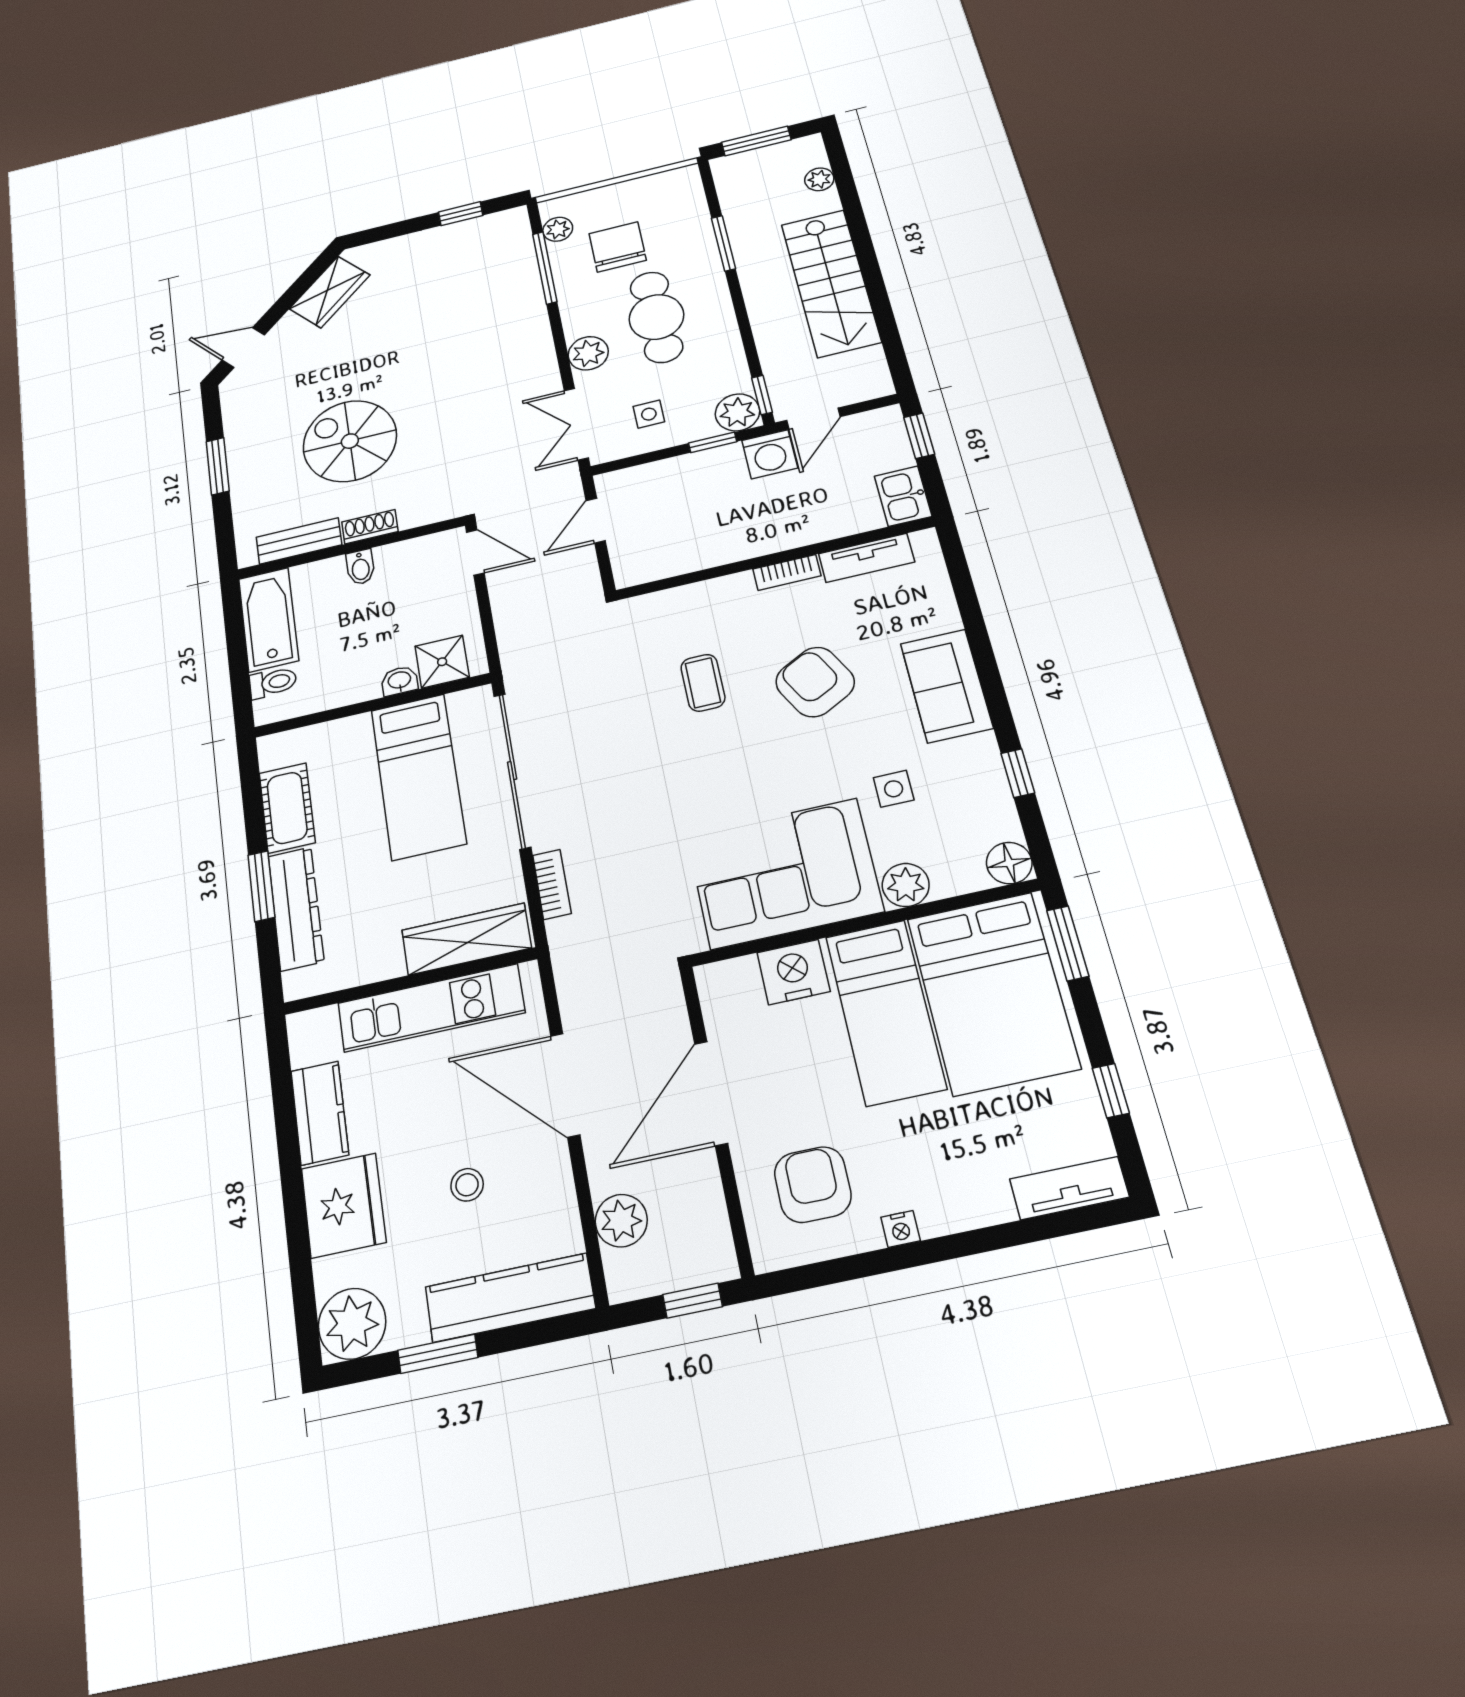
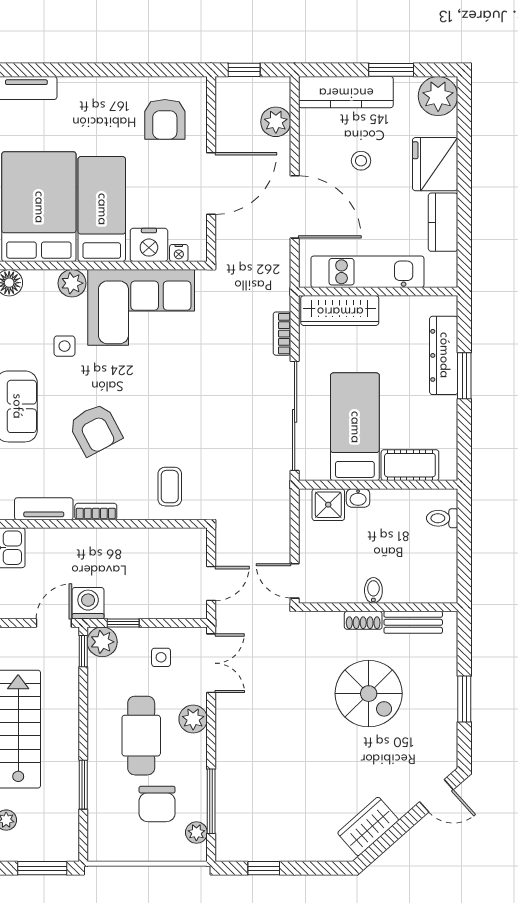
bathtub: (268, 619) -> (440, 567), removed
coffee table: (703, 683) -> (170, 487), moved
cot: (287, 808) -> (410, 465), moved, turned 90
nightstand: (901, 1229) -> (179, 253), moved, turned 180

